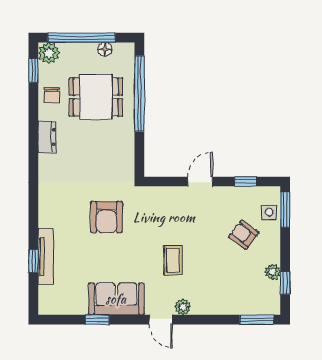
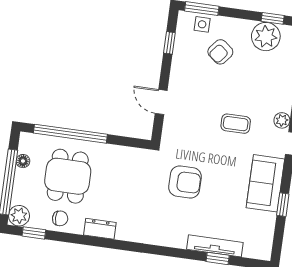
door: (200, 181) -> (161, 102), moved
plant: (273, 272) -> (266, 37), width x1.87, depth x1.87

